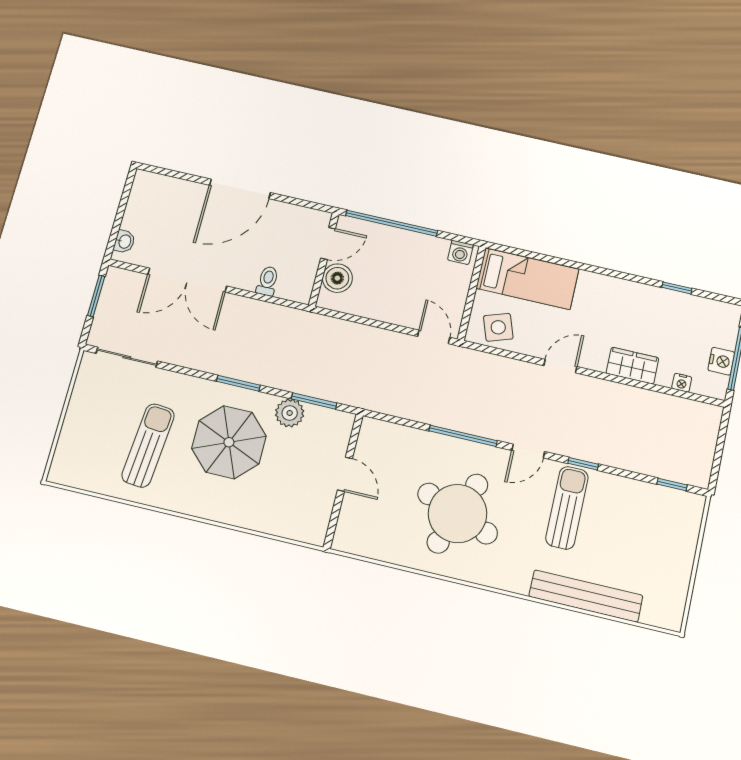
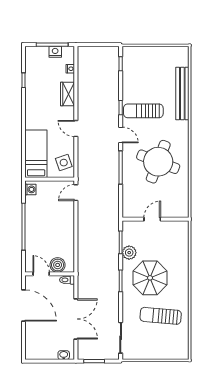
door: (328, 243) -> (41, 274), moved
wall: (324, 259) -> (50, 274), moved
boiler: (337, 278) -> (58, 265), moved

